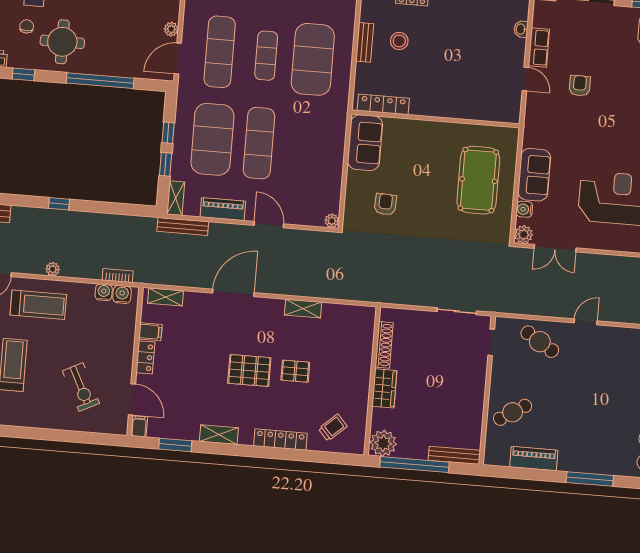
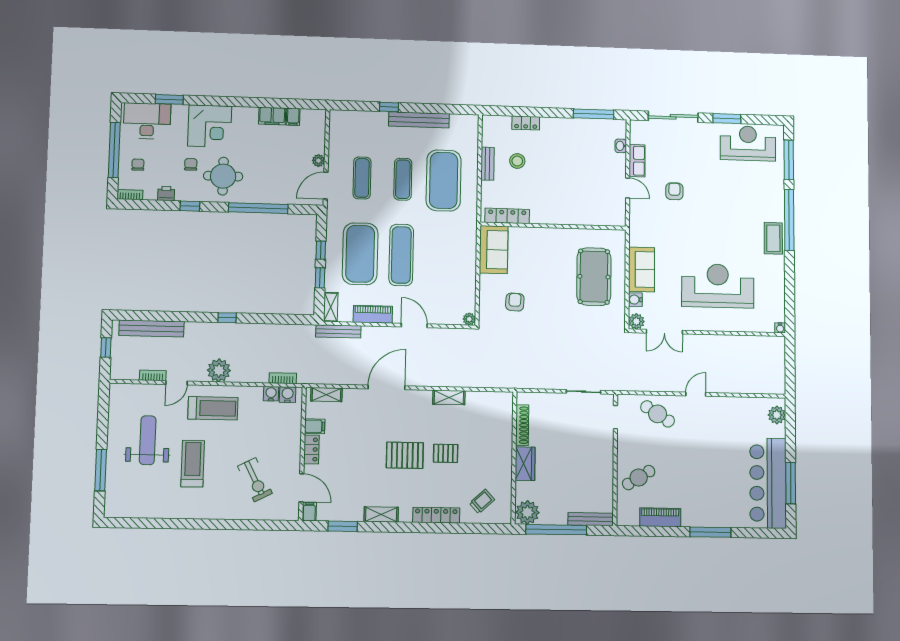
exercise mat: (220, 52) -> (362, 178), width x0.73, depth x0.69
plant: (53, 269) -> (219, 370), width x1.88, depth x1.88

